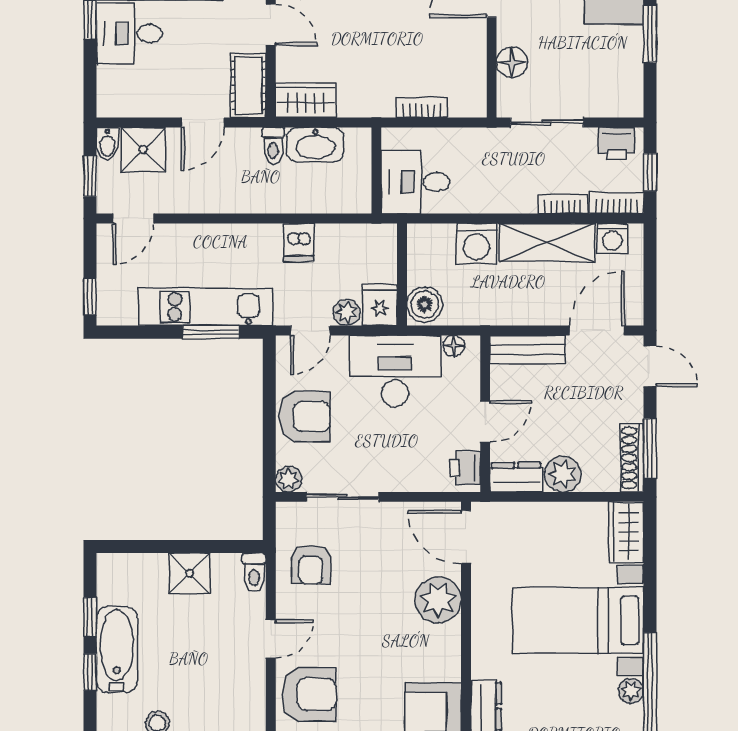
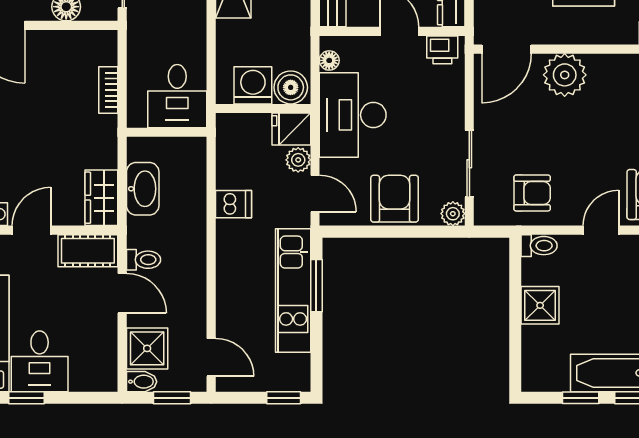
toilet: (273, 146) -> (144, 260), moved
washing machine: (477, 244) -> (253, 85), moved, turned -90
door: (271, 639) -> (601, 230), hinge flipped

